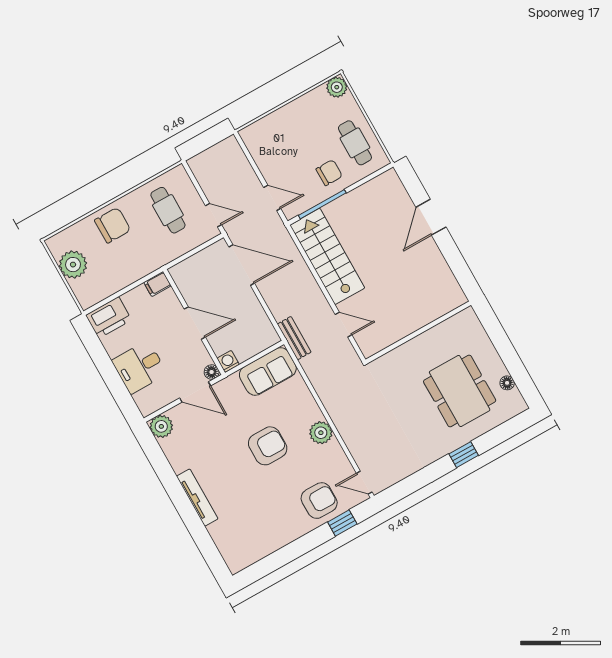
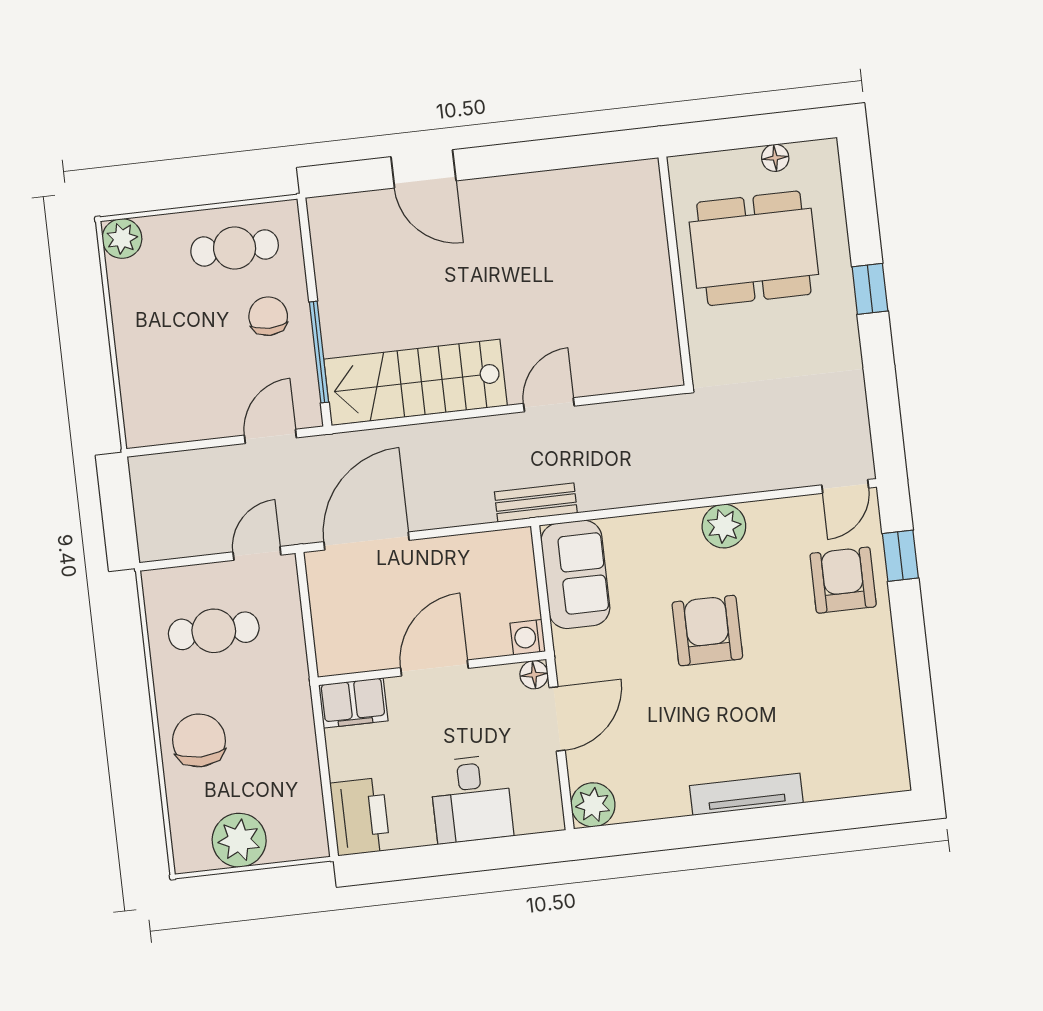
filing cabinet: (157, 284) -> (353, 703), width x2.00
wall: (418, 332) -> (675, 271), moved

